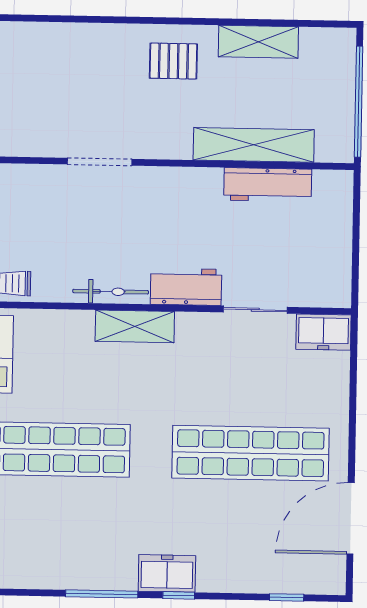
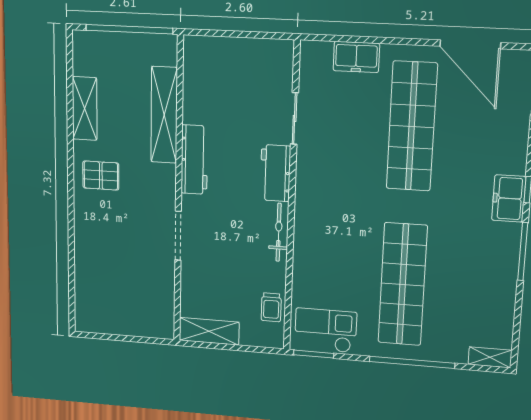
pallet: (173, 61) -> (101, 175), turned 90
workbench: (268, 185) -> (194, 160), moved
shelving: (135, 326) -> (306, 215), removed
freezer: (324, 332) -> (356, 57), moved, turned 90

